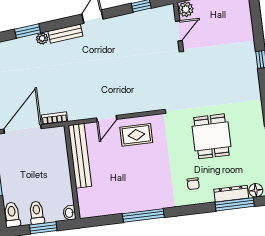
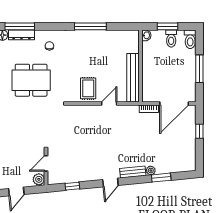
rug: (136, 135) -> (88, 88), turned 90
dining table: (211, 136) -> (31, 80), width x1.37

